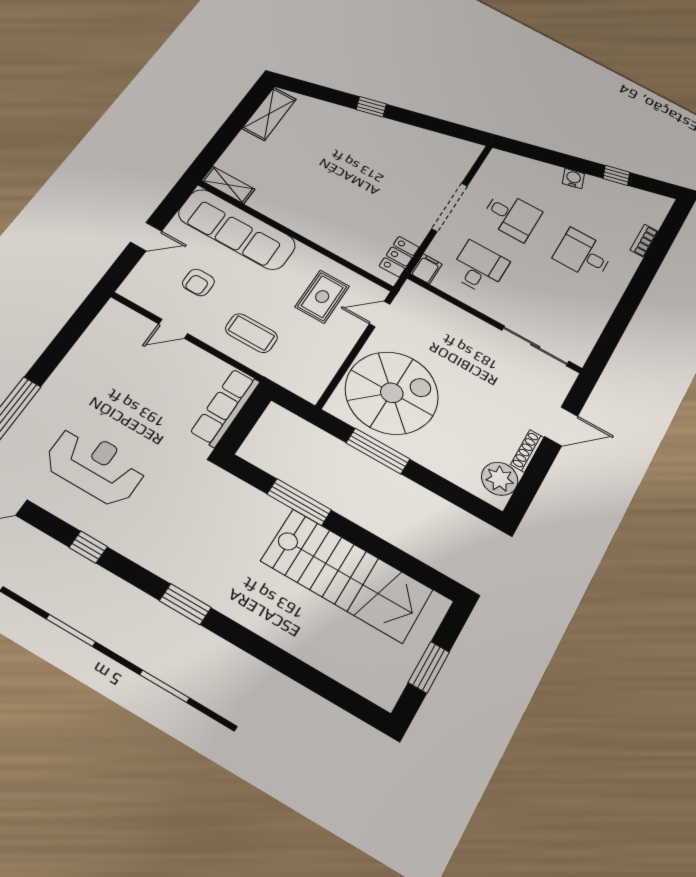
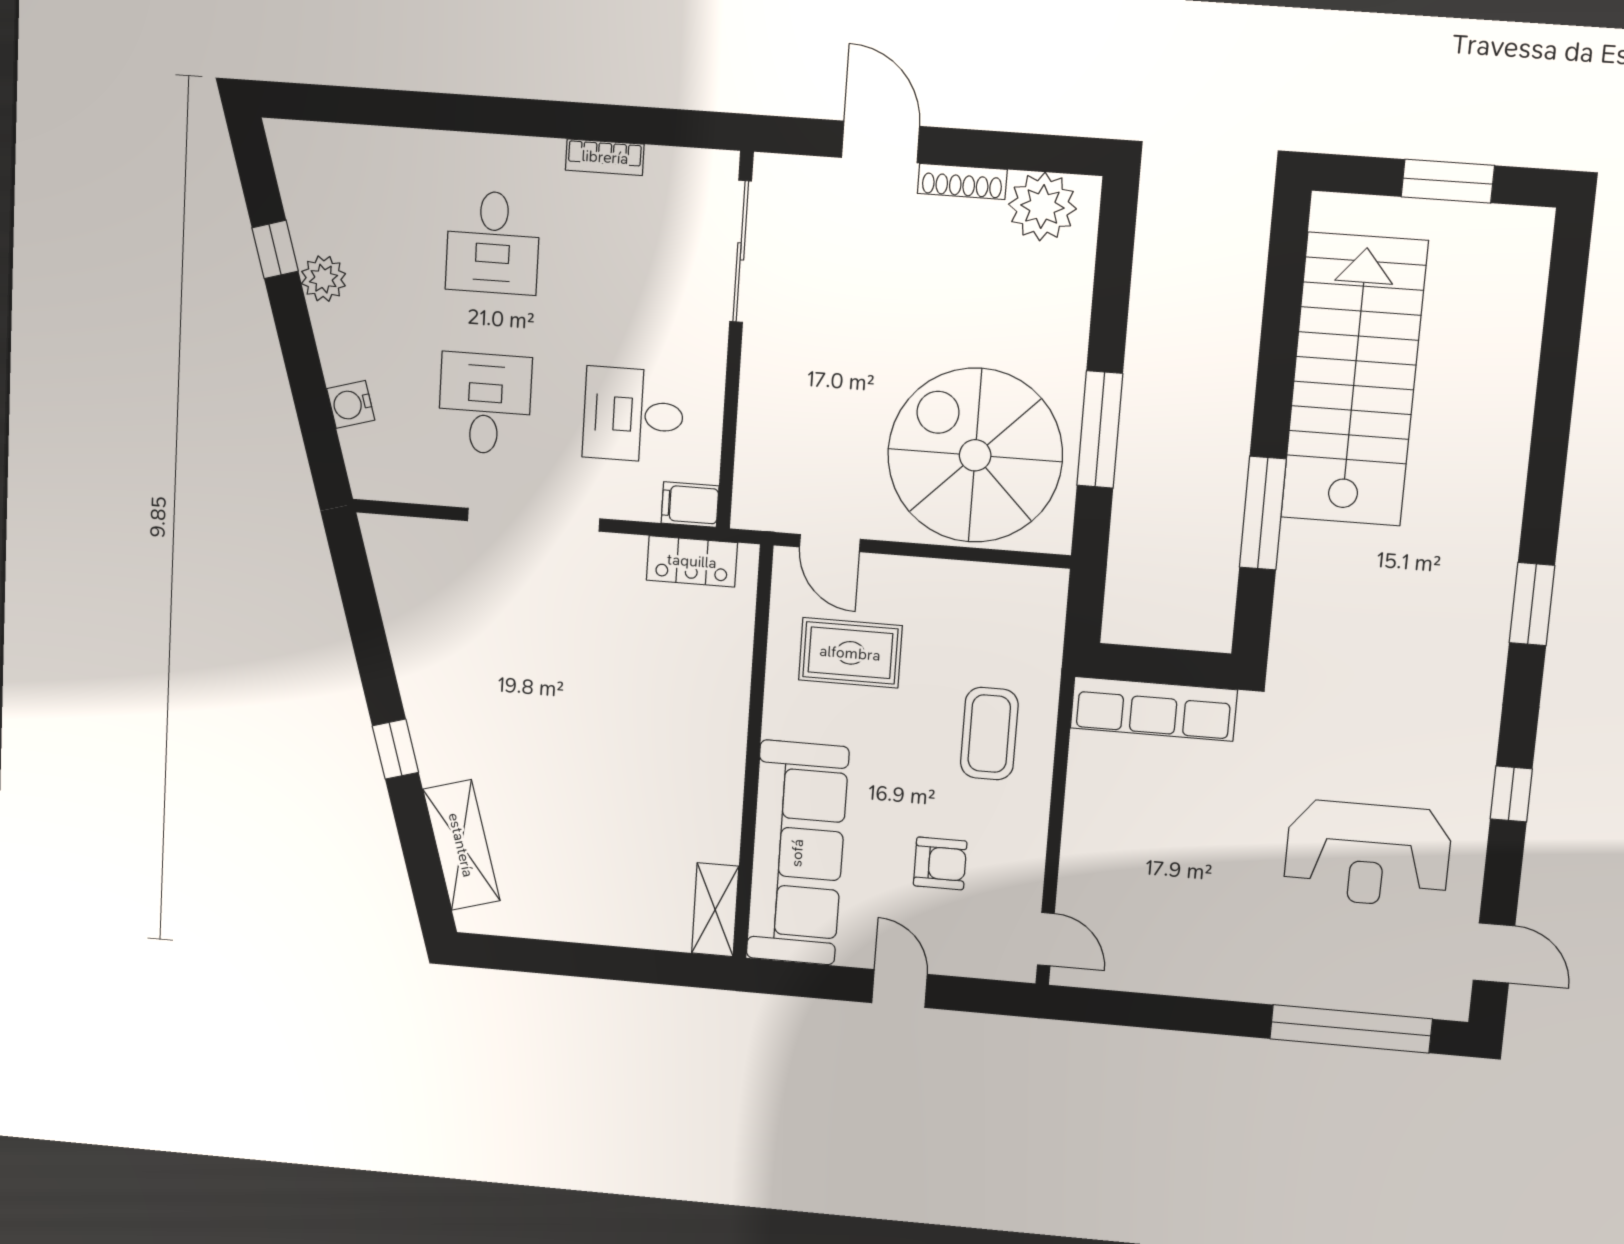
shelving: (269, 114) -> (461, 845), moved, turned 74
water cooler: (573, 179) -> (351, 404), moved
plant: (596, 186) -> (323, 279), added
bookcase: (644, 241) -> (605, 157), moved
door: (173, 329) -> (1046, 939), moved
reception desk: (95, 466) -> (1368, 854), turned -90

